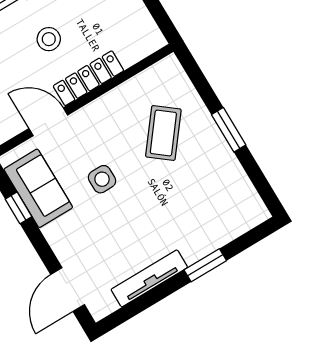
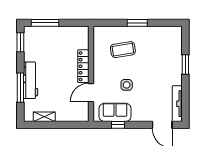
stool: (49, 39) -> (58, 73), removed
coffee table: (163, 133) -> (123, 50), turned -47
tv unit: (149, 278) -> (177, 104), moved

